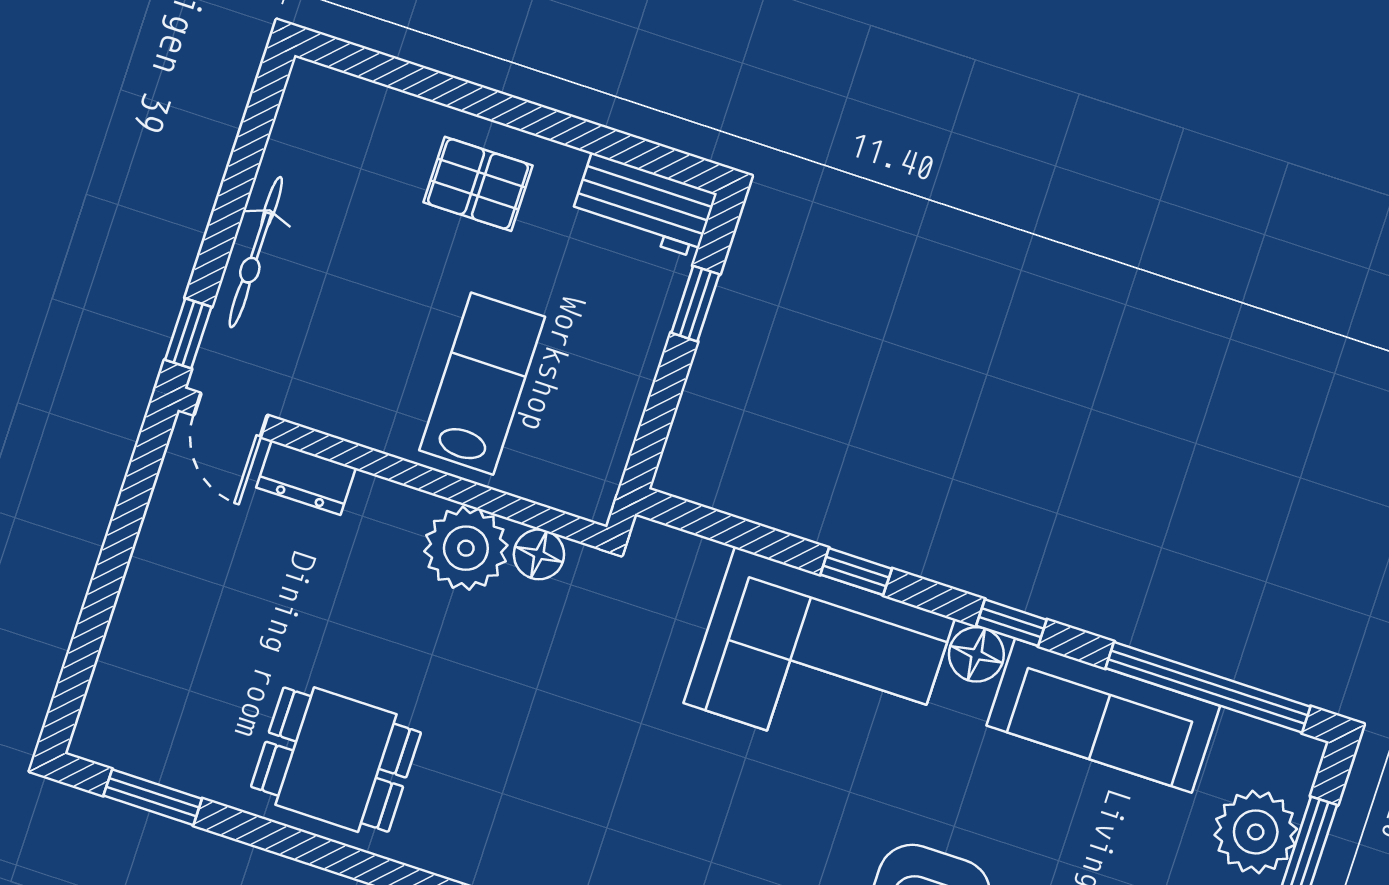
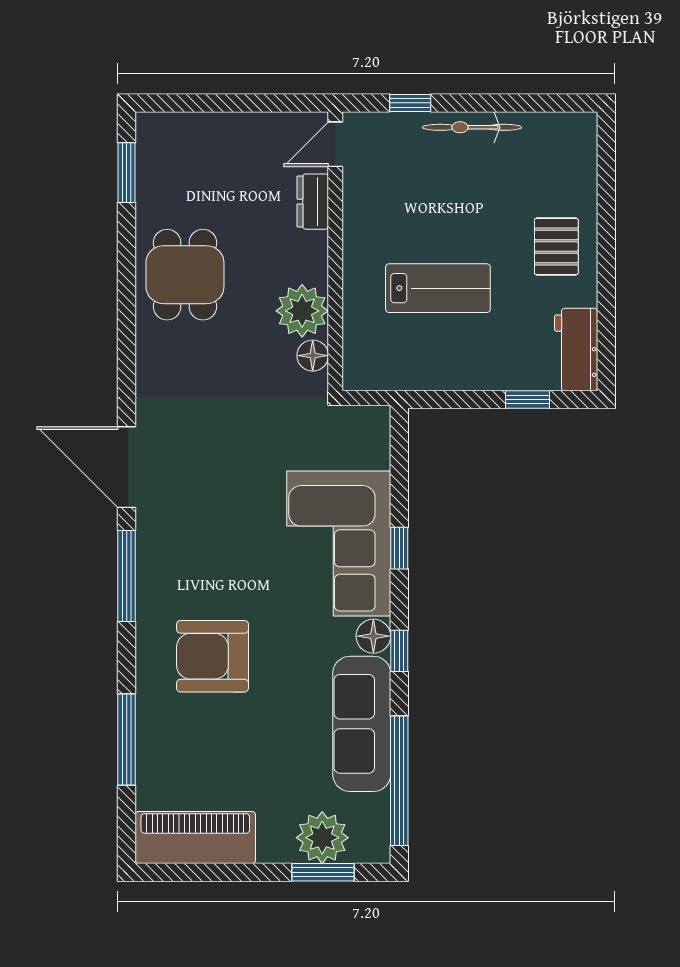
door: (231, 415) -> (335, 144), moved
wall: (392, 468) -> (335, 251), moved
dresser: (306, 478) -> (313, 202), moved
plant: (466, 548) -> (302, 311), moved
floor lamp: (539, 554) -> (313, 356), moved

